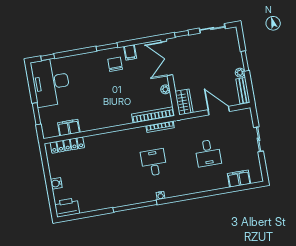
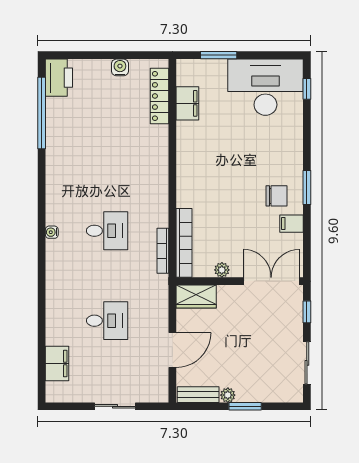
desk: (208, 153) -> (107, 321), turned 180
water cooler: (56, 183) -> (120, 67), moved
window: (135, 206) -> (42, 113), moved

